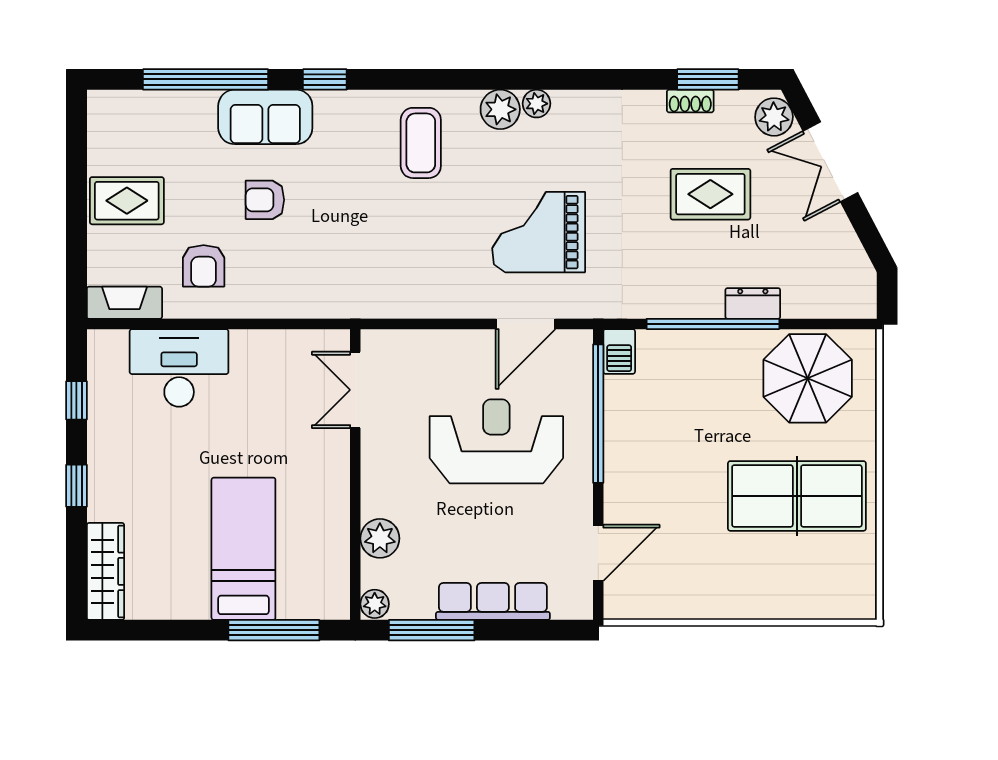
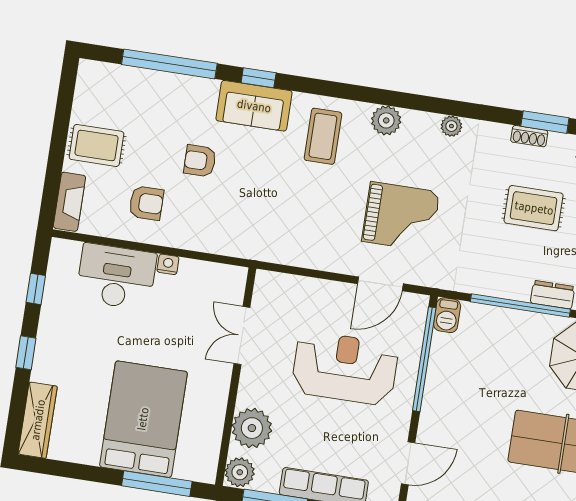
plant: (537, 104) -> (451, 126), moved
sofa: (265, 117) -> (254, 106), moved
grand piano: (539, 232) -> (401, 217), turned 180
armchair: (204, 266) -> (146, 203), turned -90
fireplace: (124, 303) -> (69, 202), moved, turned 90
nightstand: (244, 341) -> (168, 264), added
double door: (355, 390) -> (242, 336), moved
plant: (380, 538) -> (252, 428), width x1.36, depth x1.36
bed: (243, 549) -> (143, 419), width x1.50
plant: (375, 604) -> (240, 472), width x1.38, depth x1.38

